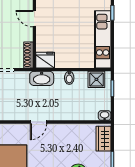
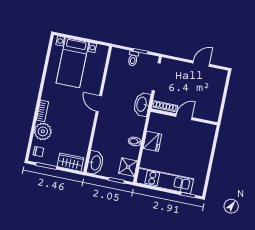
door: (34, 19) -> (184, 117), moved
fridge: (45, 60) -> (152, 141), moved
washbasin: (42, 78) -> (142, 104), moved
washbasin: (105, 115) -> (95, 163), width x1.91, depth x1.45

